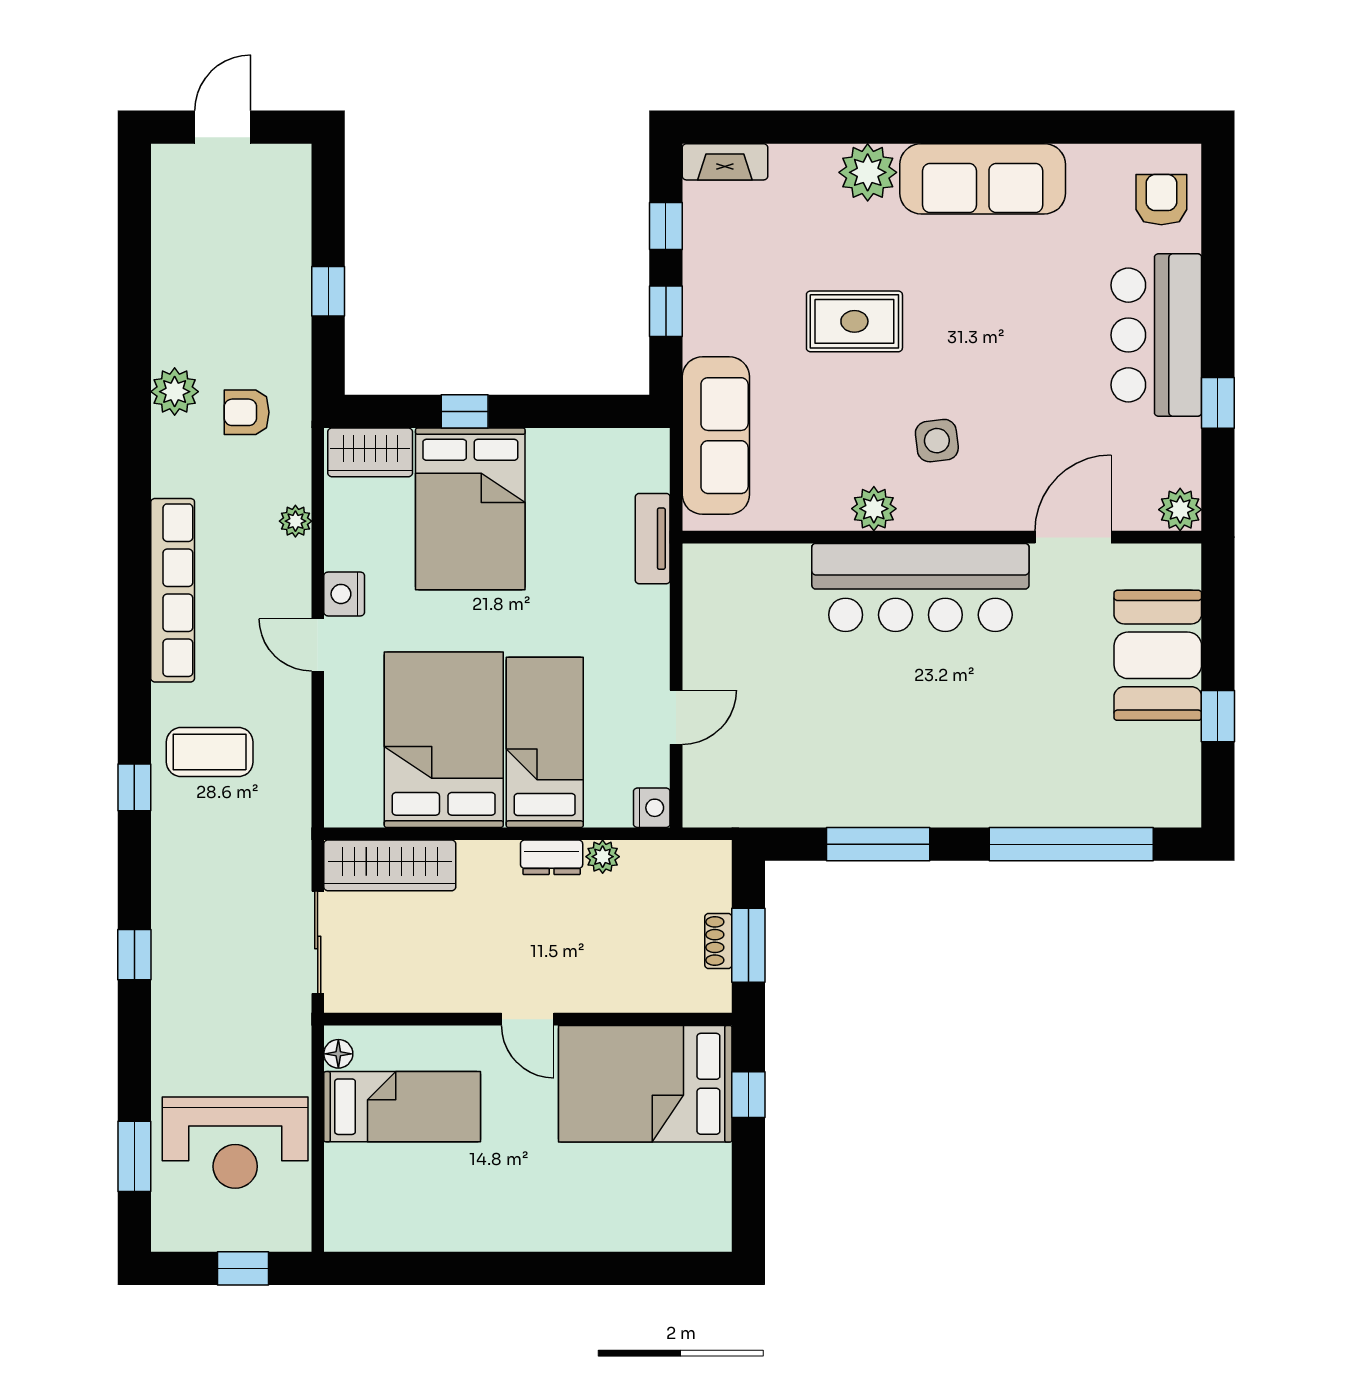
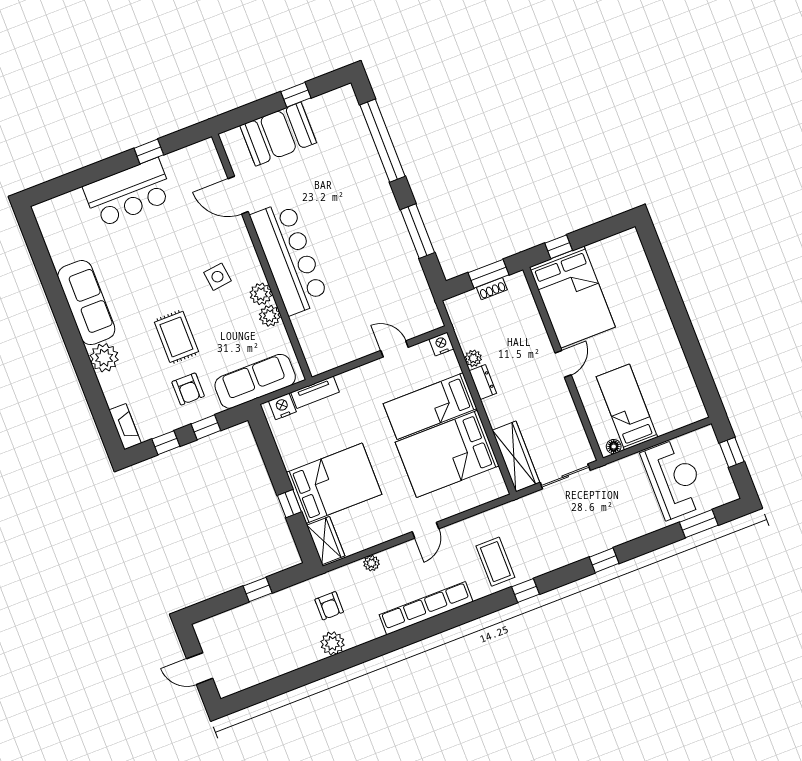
armchair: (1161, 200) -> (188, 389), moved, turned -90
plant: (1180, 510) -> (270, 316), moved
nightstand: (344, 594) -> (282, 406), moved, turned 180

